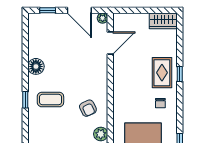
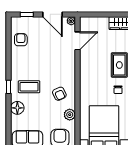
armchair: (40, 41) -> (21, 40), added
floor lamp: (36, 66) -> (17, 108), moved

